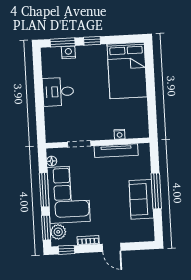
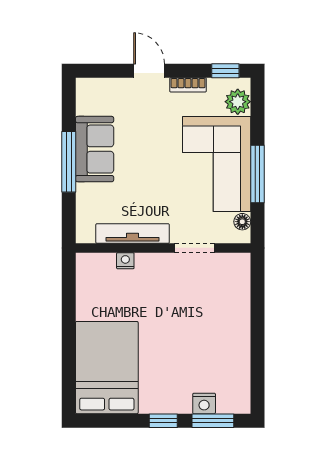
desk: (58, 92) -> (225, 338), removed
window: (46, 228) -> (258, 110), removed

